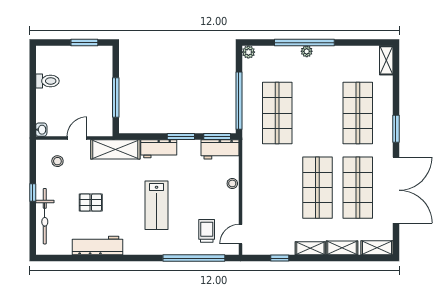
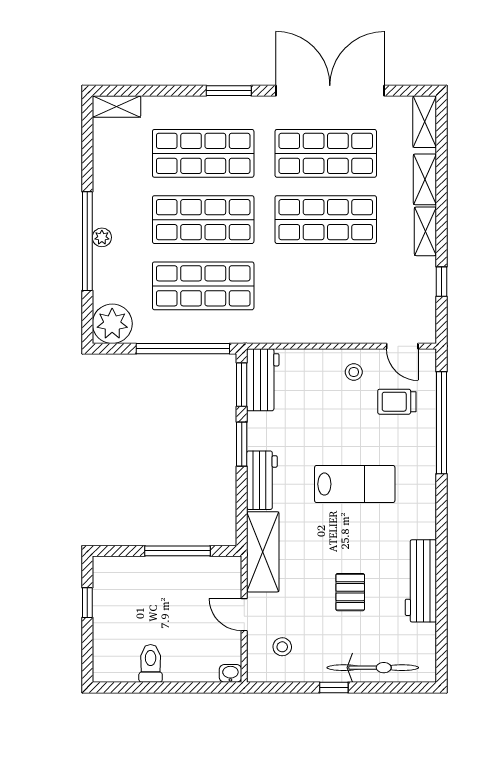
window: (84, 43) -> (87, 603), width x0.67
plant: (248, 52) -> (112, 324), width x1.88, depth x1.88
shop shelf: (317, 113) -> (203, 220), added
stool: (232, 183) -> (354, 372), moved

